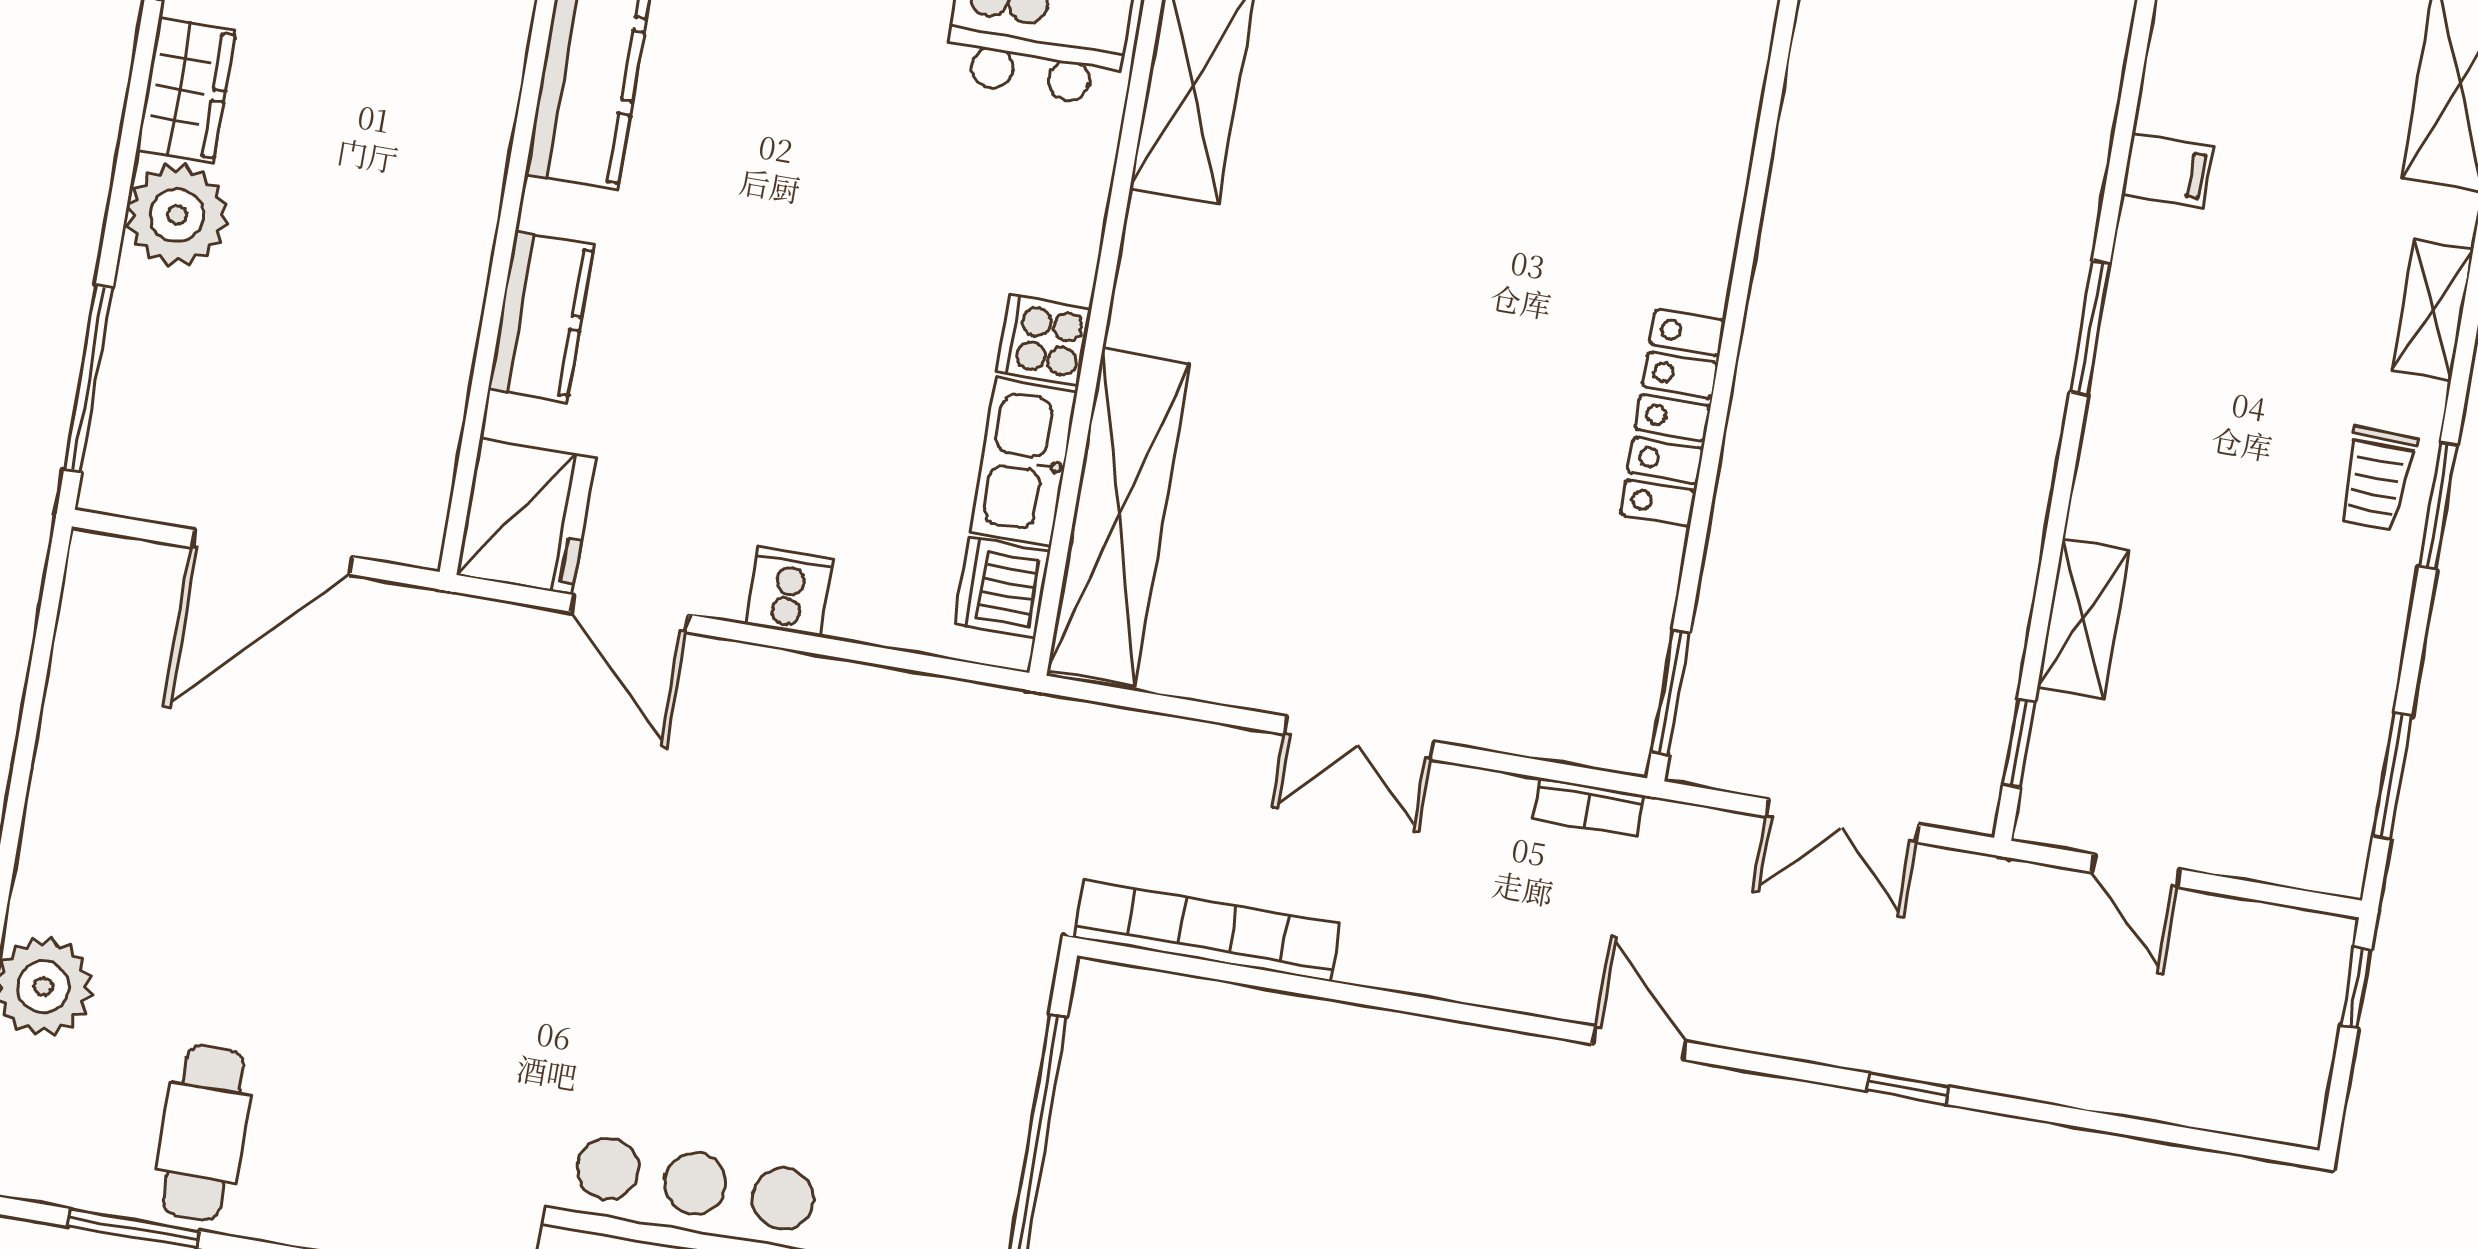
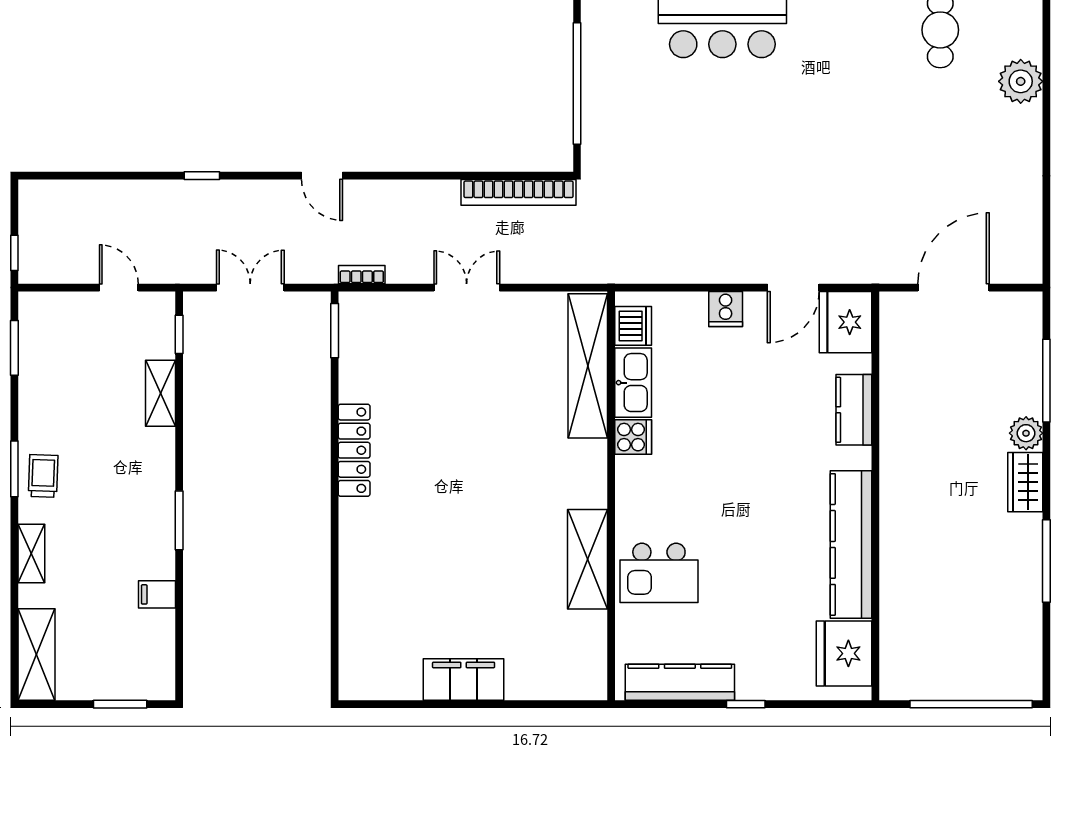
plant: (177, 215) -> (1026, 433), width x0.73, depth x0.73
window: (88, 378) -> (1046, 381), moved
door: (630, 613) -> (793, 288), swing flipped

